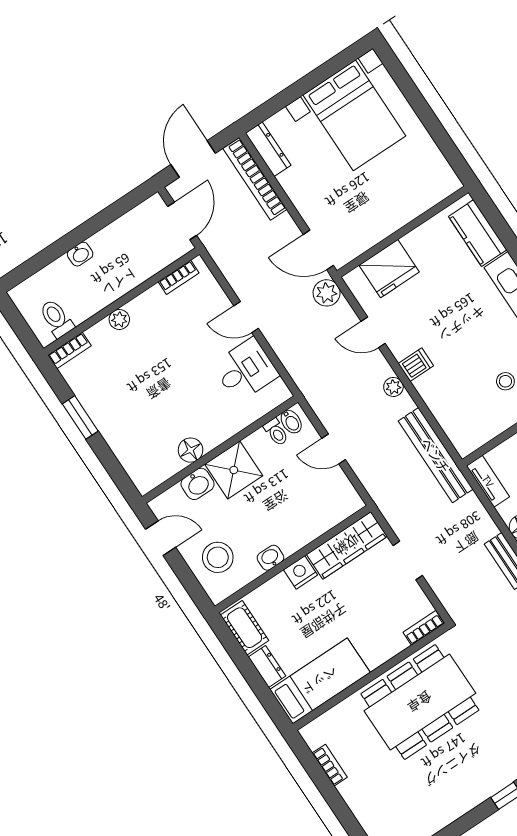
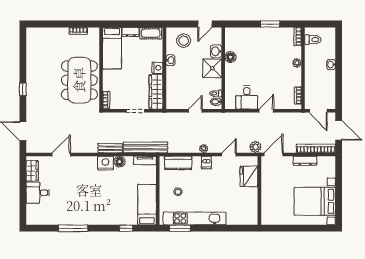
dresser: (268, 149) -> (305, 161), moved
kitchen counter: (478, 233) -> (178, 163), moved, turned 180
bench: (436, 455) -> (145, 147), moved

